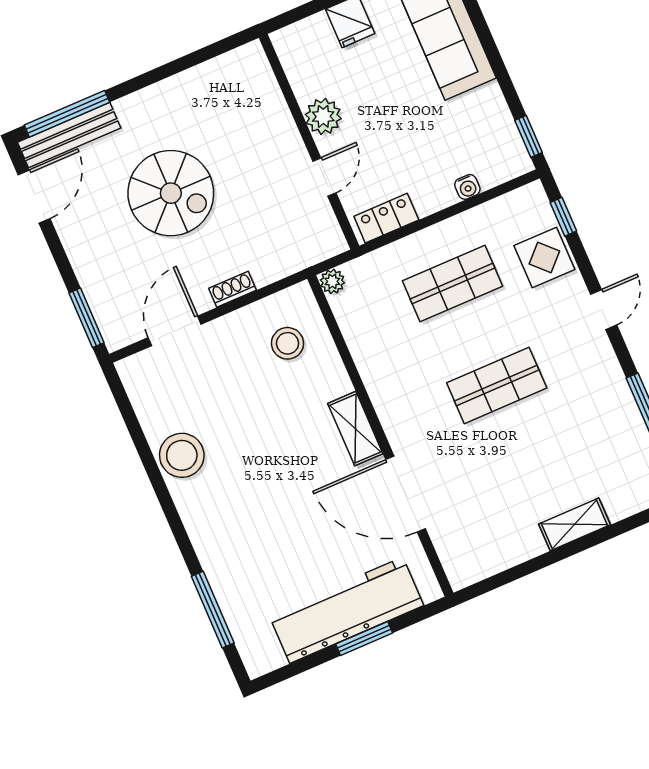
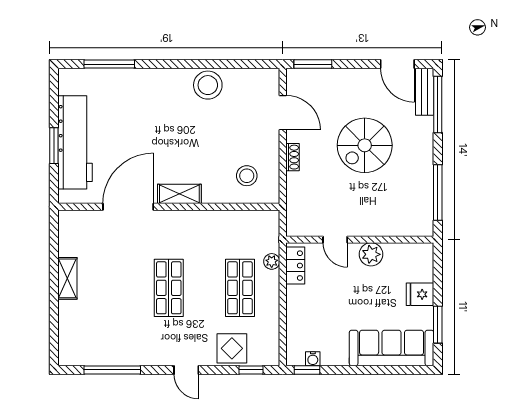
window: (193, 59) -> (438, 192), added
bench: (69, 135) -> (425, 92), width x0.73
water cooler: (467, 187) -> (313, 359), moved, turned -90
plant: (332, 281) -> (272, 261), moved
shelving: (574, 524) -> (67, 278), moved

